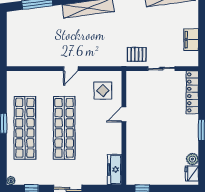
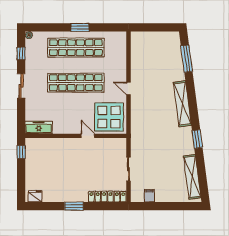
filing cabinet: (191, 40) -> (149, 196), width x0.50
pallet: (137, 54) -> (141, 147), removed
display table: (103, 91) -> (109, 117), width x1.86, depth x1.86
plant: (192, 159) -> (48, 197), removed

